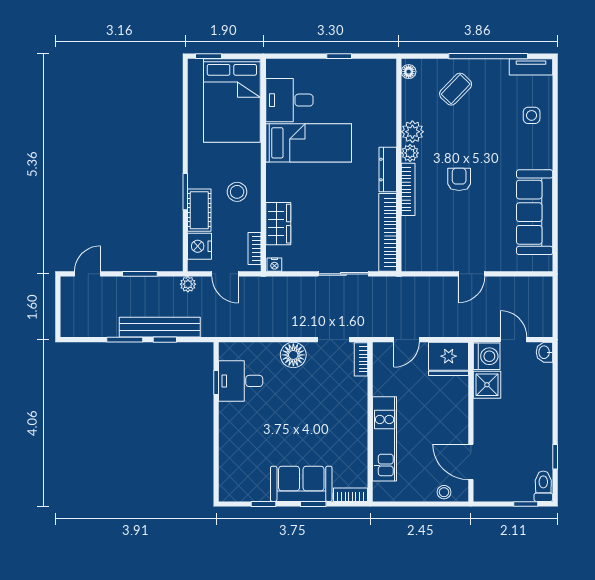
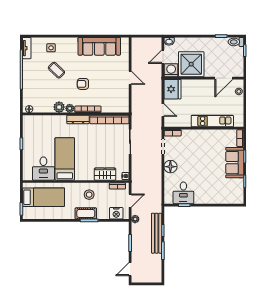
coffee table: (456, 89) -> (56, 70), moved
bed: (232, 100) -> (44, 197), width x0.67
cot: (199, 210) -> (86, 213), moved
door: (88, 274) -> (130, 269), hinge flipped
shower: (487, 385) -> (191, 64), width x1.86, depth x1.86

